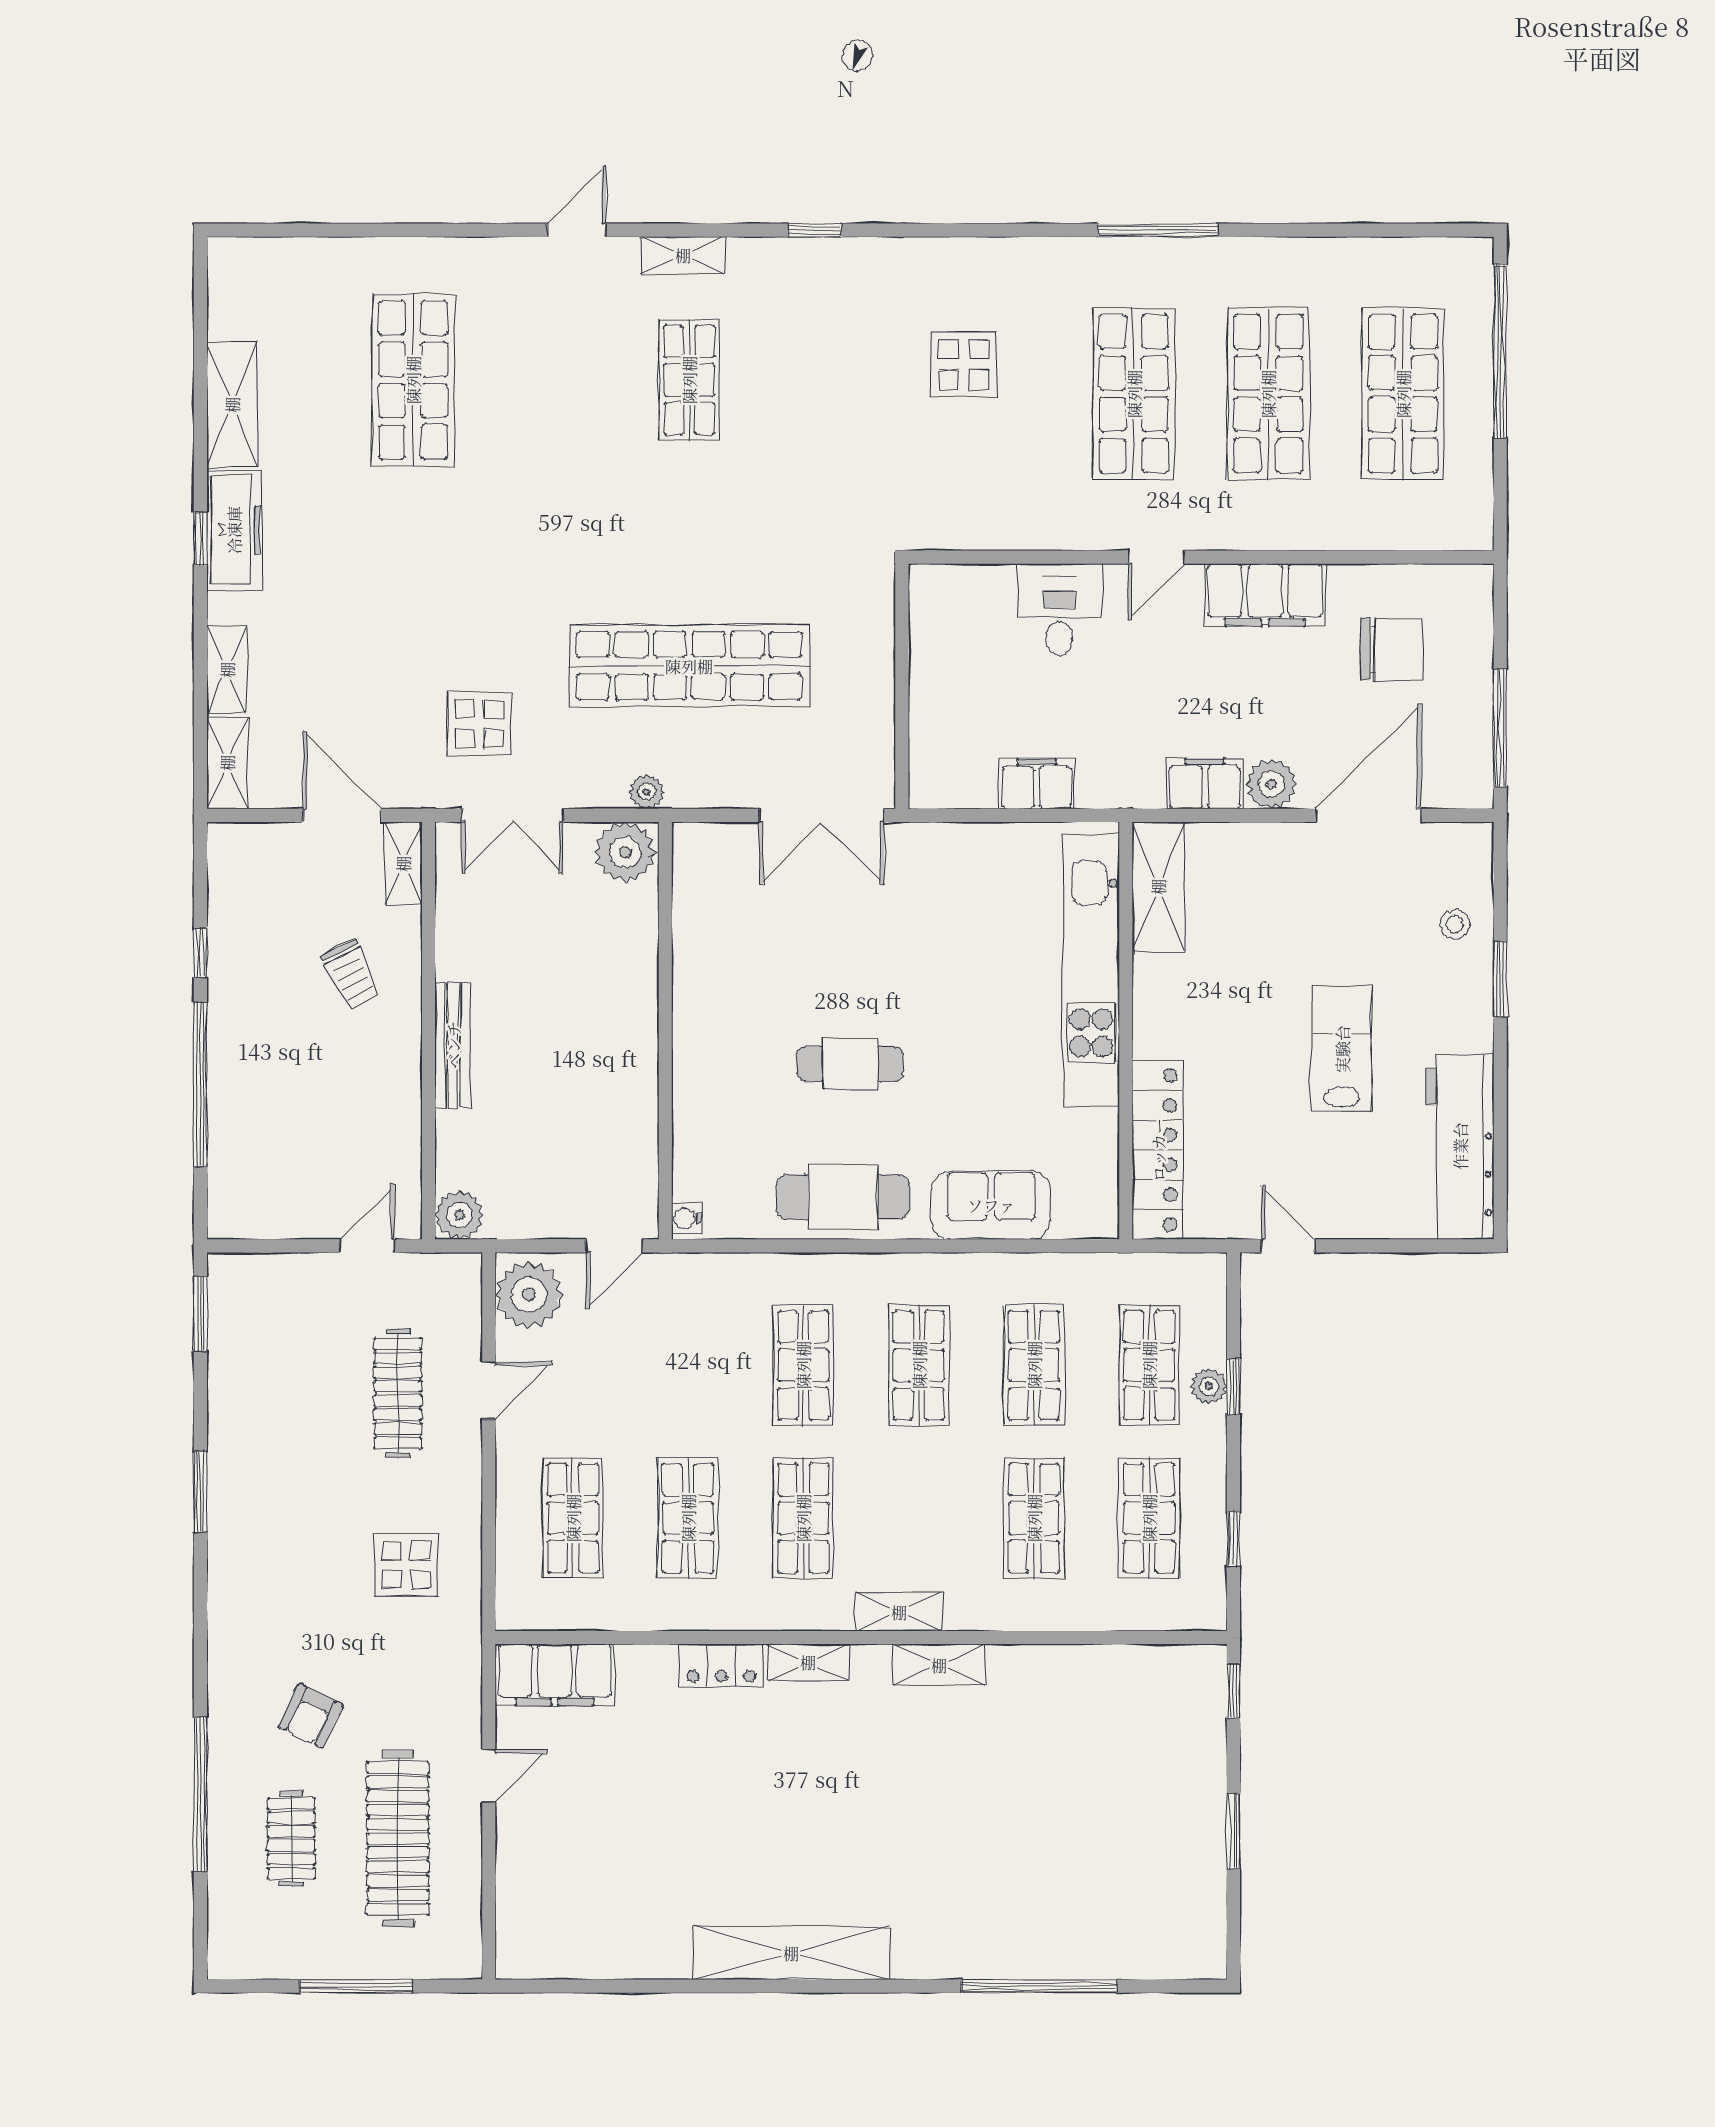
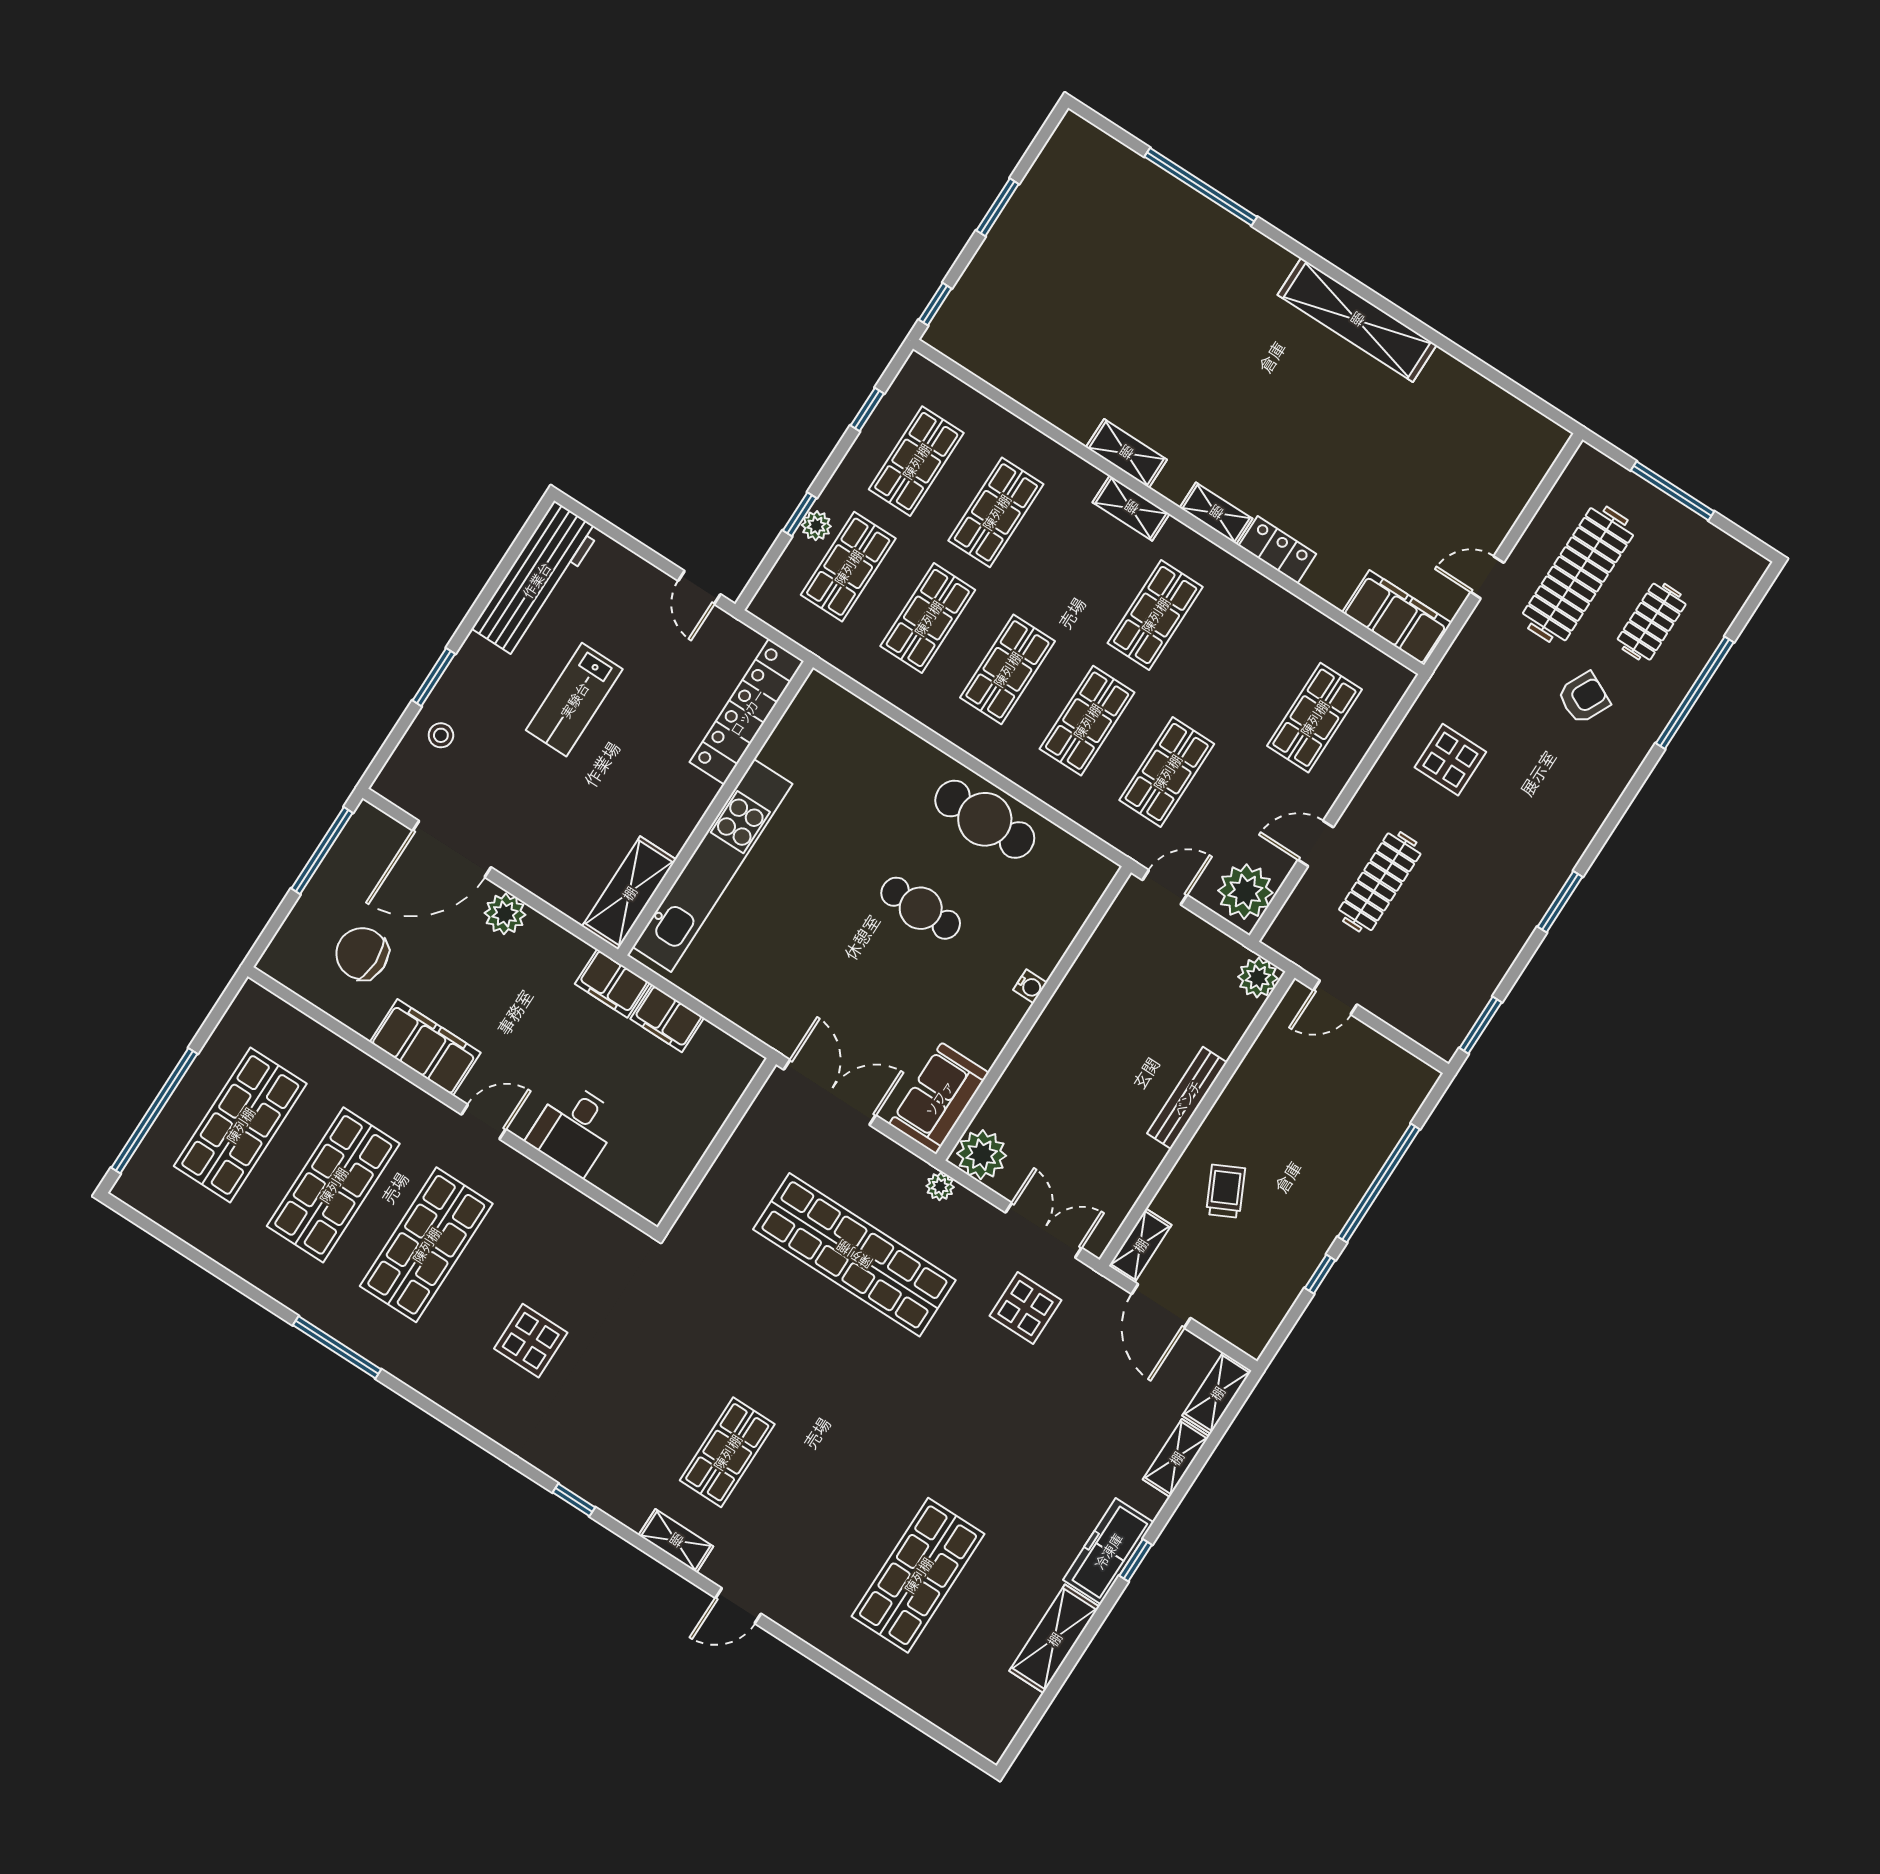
filing cabinet: (1205, 784) -> (612, 983), moved
sofa: (991, 1205) -> (939, 1098), moved, turned 90
water cooler: (687, 1218) -> (1030, 986), moved
shop shelf: (688, 1518) -> (1167, 772), moved

